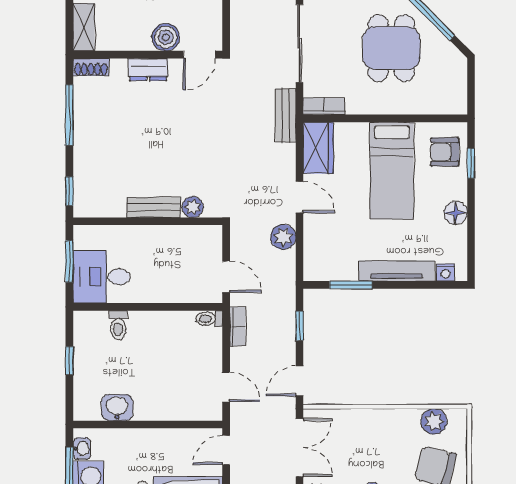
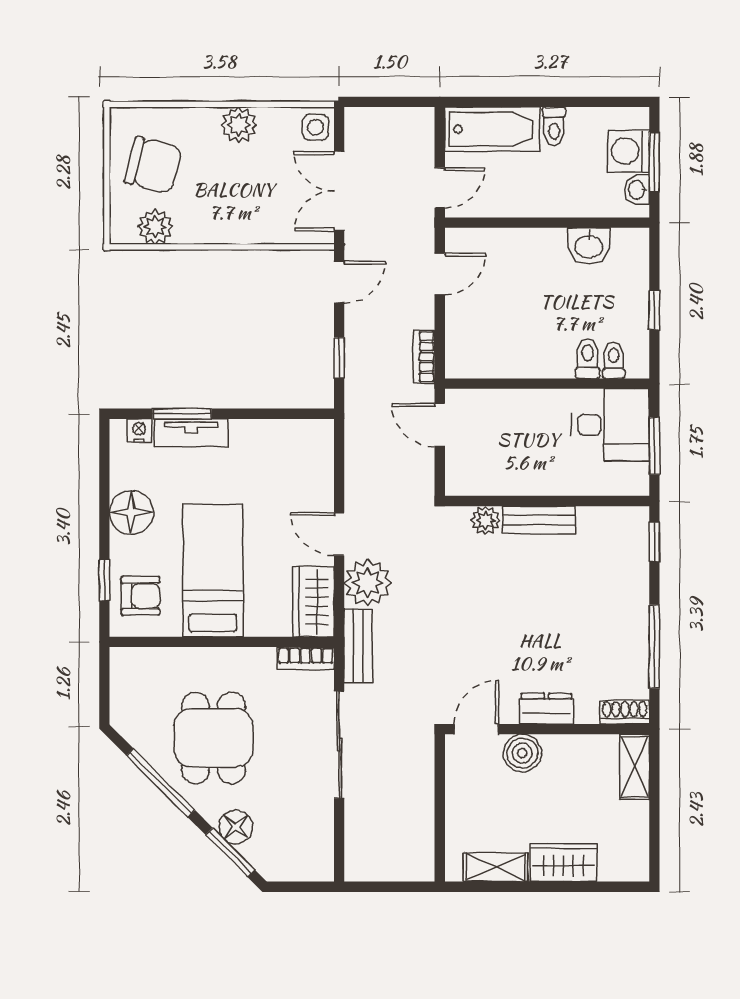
floor lamp: (456, 213) -> (131, 513), width x1.38, depth x1.38
plant: (283, 237) -> (368, 583), moved, width x1.36, depth x1.36
tv unit: (397, 271) -> (191, 433), width x0.71
window: (351, 285) -> (182, 414), moved
toilet: (209, 319) -> (614, 360), moved, turned -90
door: (226, 387) -> (440, 274), swing flipped

